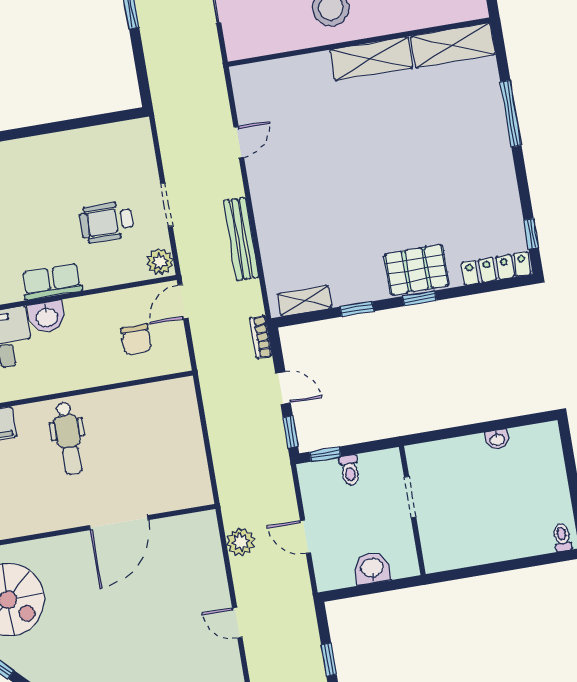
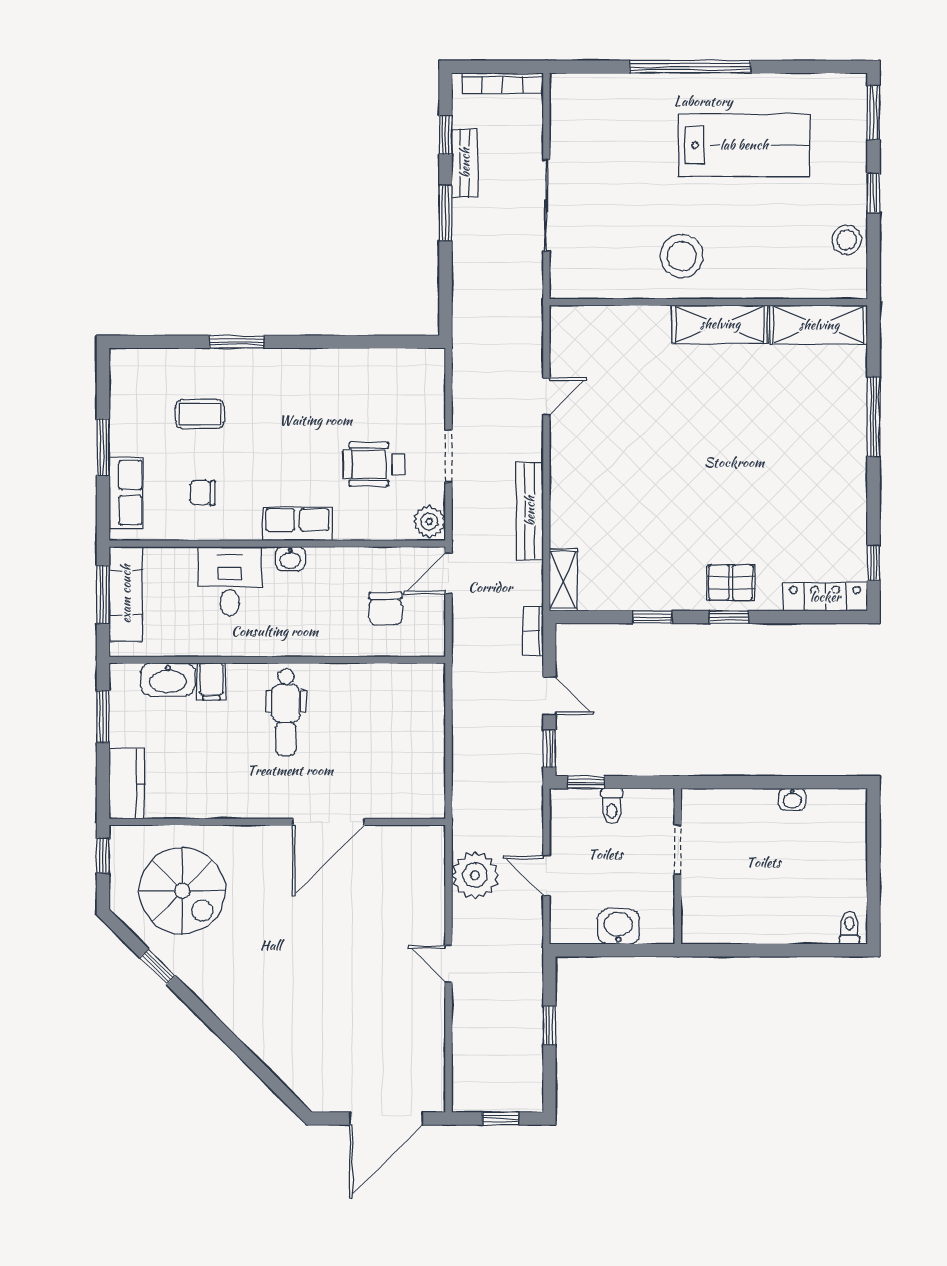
pallet: (416, 270) -> (731, 583), width x0.67, depth x0.71
shelving: (304, 301) -> (563, 580), moved, turned 90
washbasin: (47, 317) -> (290, 559), width x0.72, depth x0.69
plant: (241, 542) -> (475, 875), width x1.36, depth x1.36

